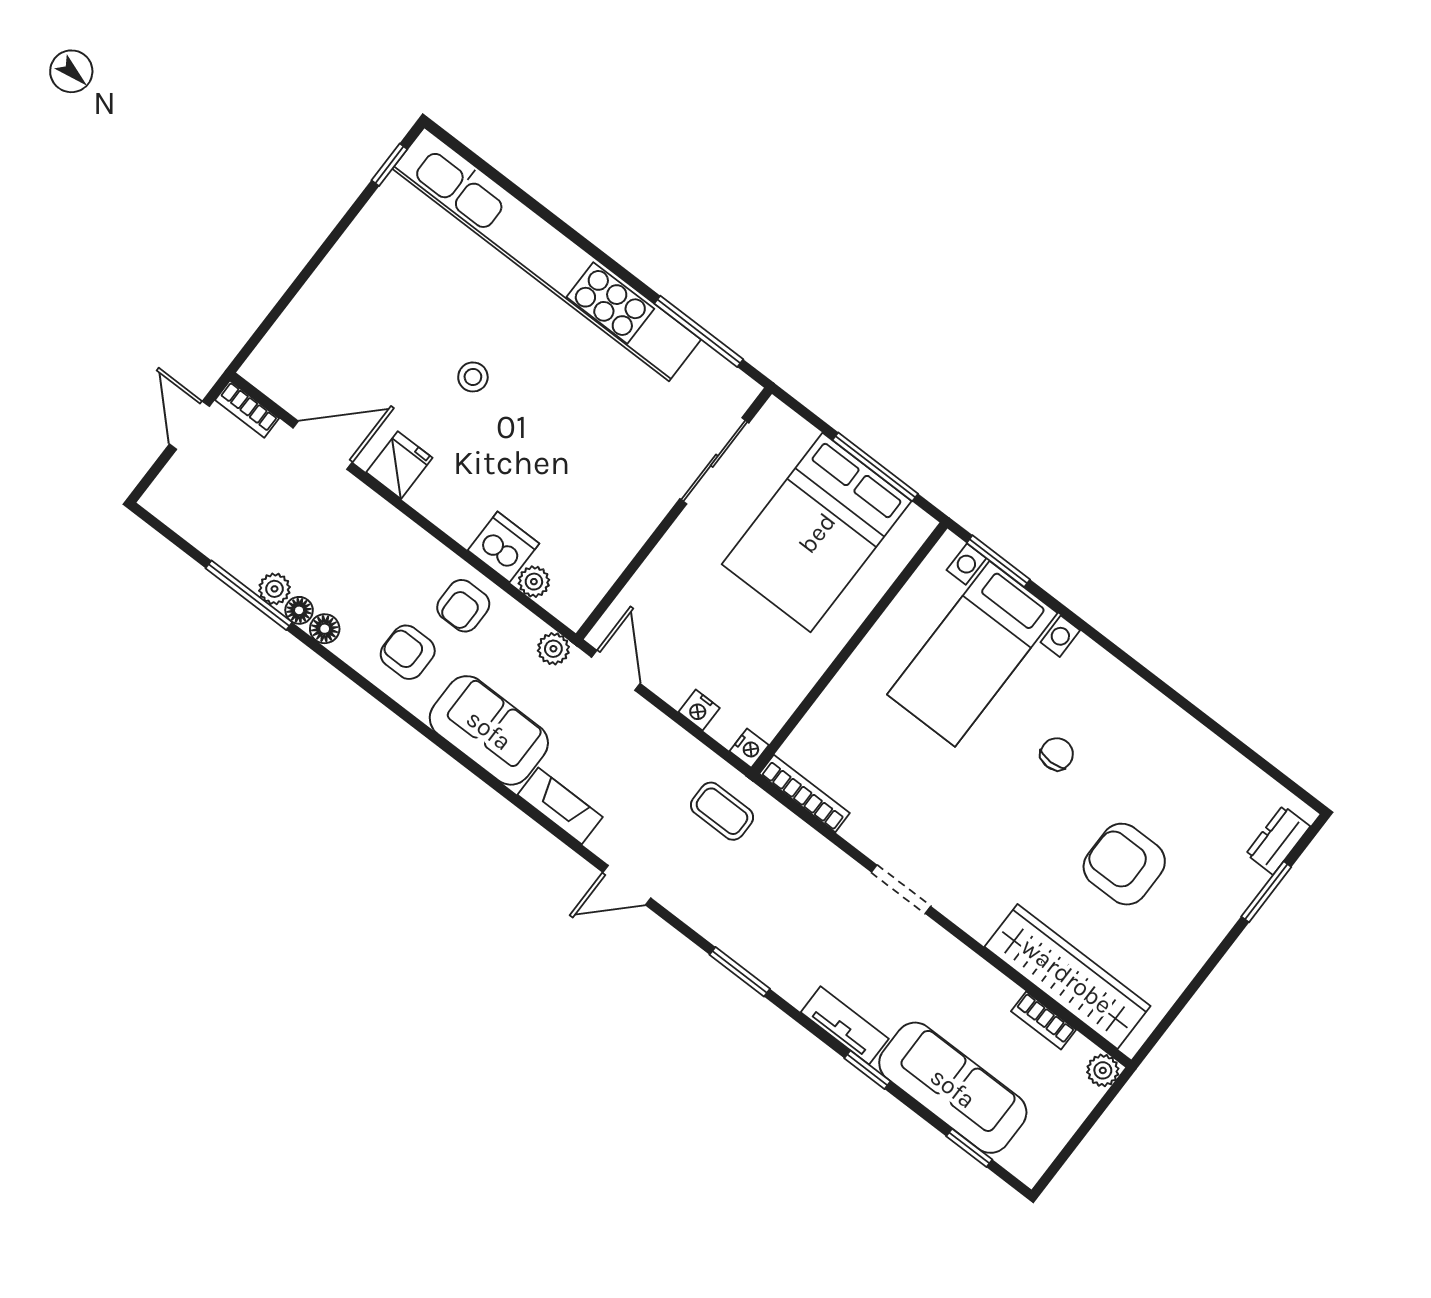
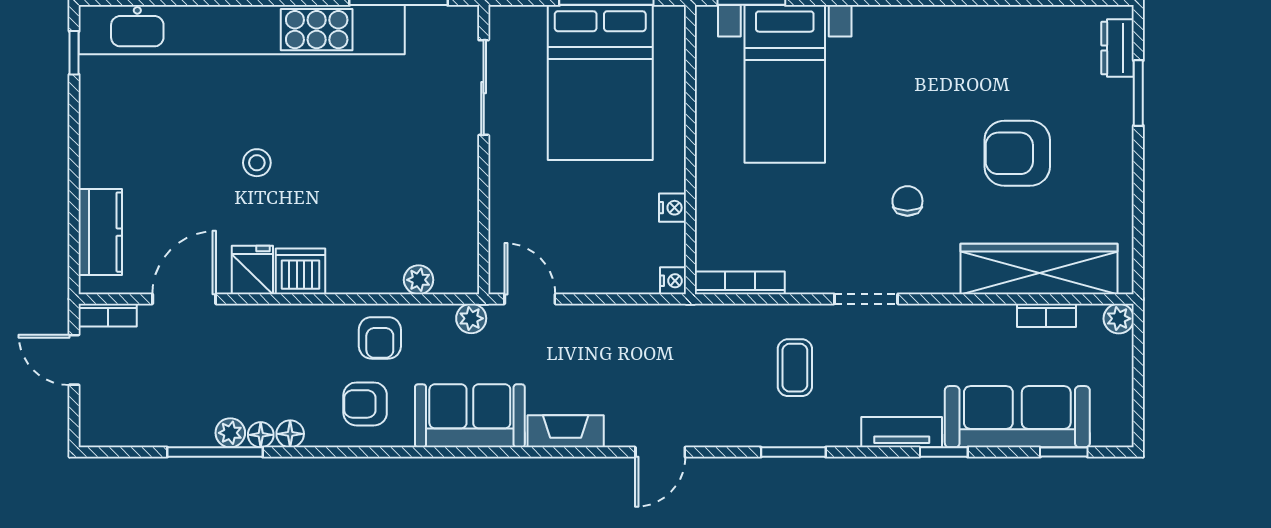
kitchen counter: (295, 334) -> (100, 232), added
dishwasher: (504, 547) -> (301, 271), moved
nightstand: (699, 710) -> (672, 208), moved, turned -90
chair: (1057, 754) -> (907, 201), moved
coffee table: (722, 811) -> (795, 368), moved, turned 90

